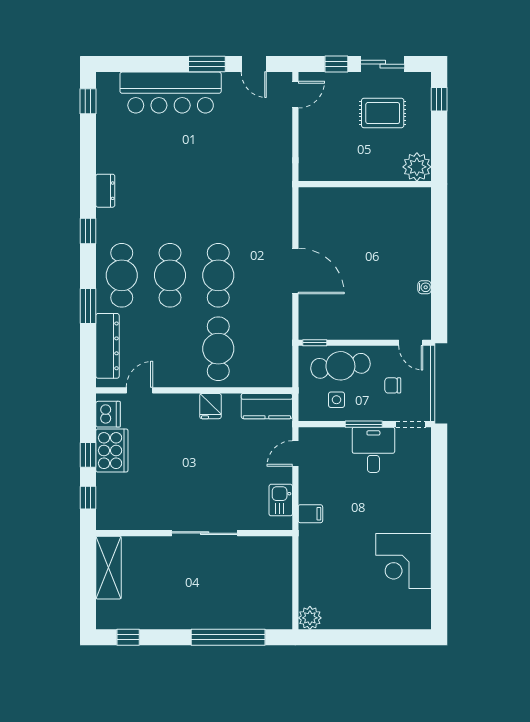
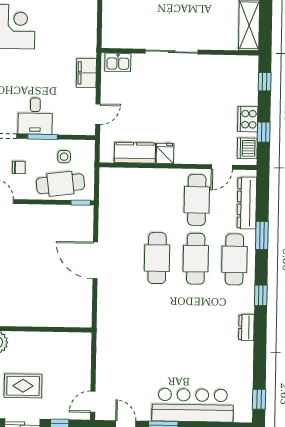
cafe table: (218, 349) -> (197, 200), moved
kitchen counter: (267, 406) -> (135, 153), moved
cooker: (112, 451) -> (248, 119), width x0.73, depth x0.76
window: (88, 455) -> (264, 132), moved
kitchen sink: (281, 500) -> (118, 62), moved, turned 90
filing cabinet: (310, 514) -> (86, 73), width x2.00

